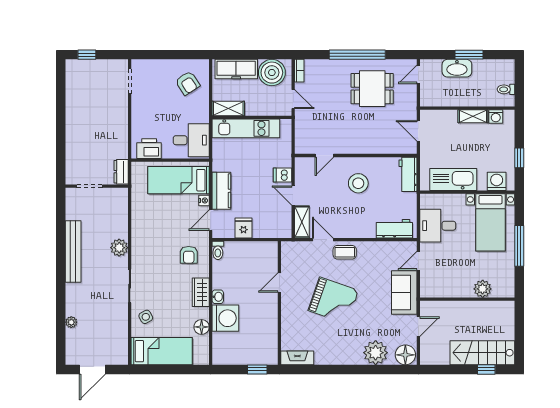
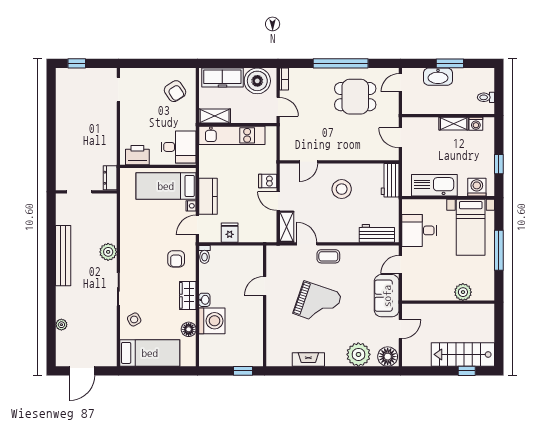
fireplace: (297, 358) -> (308, 360), moved

